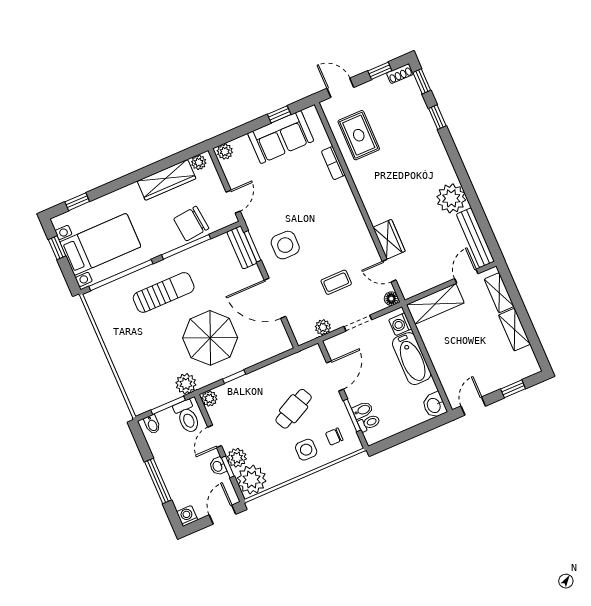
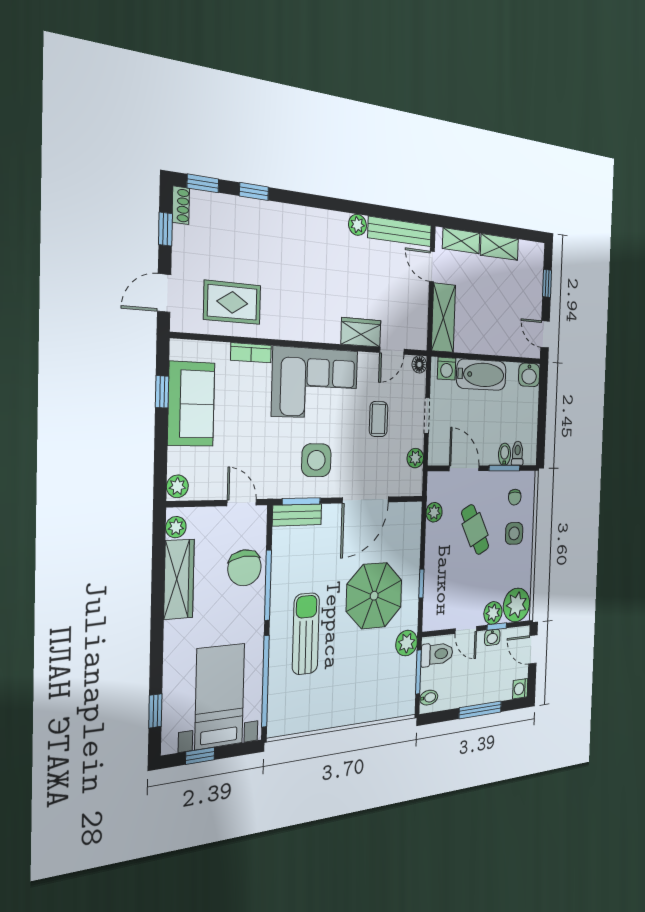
plant: (451, 198) -> (358, 225), width x0.53, depth x0.53
corner sofa: (337, 220) -> (315, 383), added
plant: (209, 399) -> (434, 512), moved

